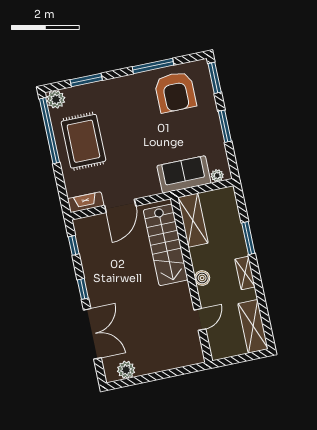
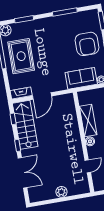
armchair: (175, 92) -> (87, 44), moved
shelving: (193, 220) -> (88, 120), moved
stairs: (166, 245) -> (25, 125), moved, turned 180
plant: (126, 370) -> (61, 192), moved

